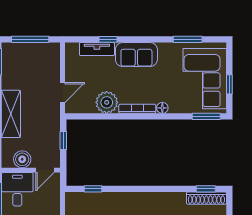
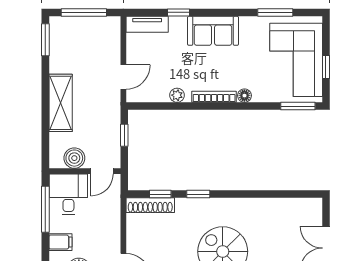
tv unit: (97, 49) -> (147, 24), moved
plant: (107, 102) -> (177, 95), width x0.53, depth x0.53
window: (206, 189) -> (198, 194), moved
shoe rack: (206, 198) -> (150, 205), moved

